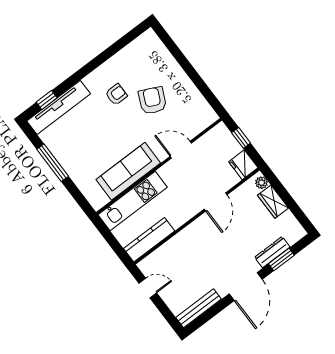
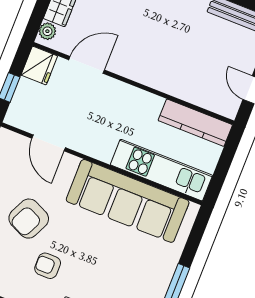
door: (181, 150) -> (49, 143), moved
sofa: (128, 171) -> (128, 201), width x1.36, depth x1.27
door: (216, 202) -> (87, 65), moved

